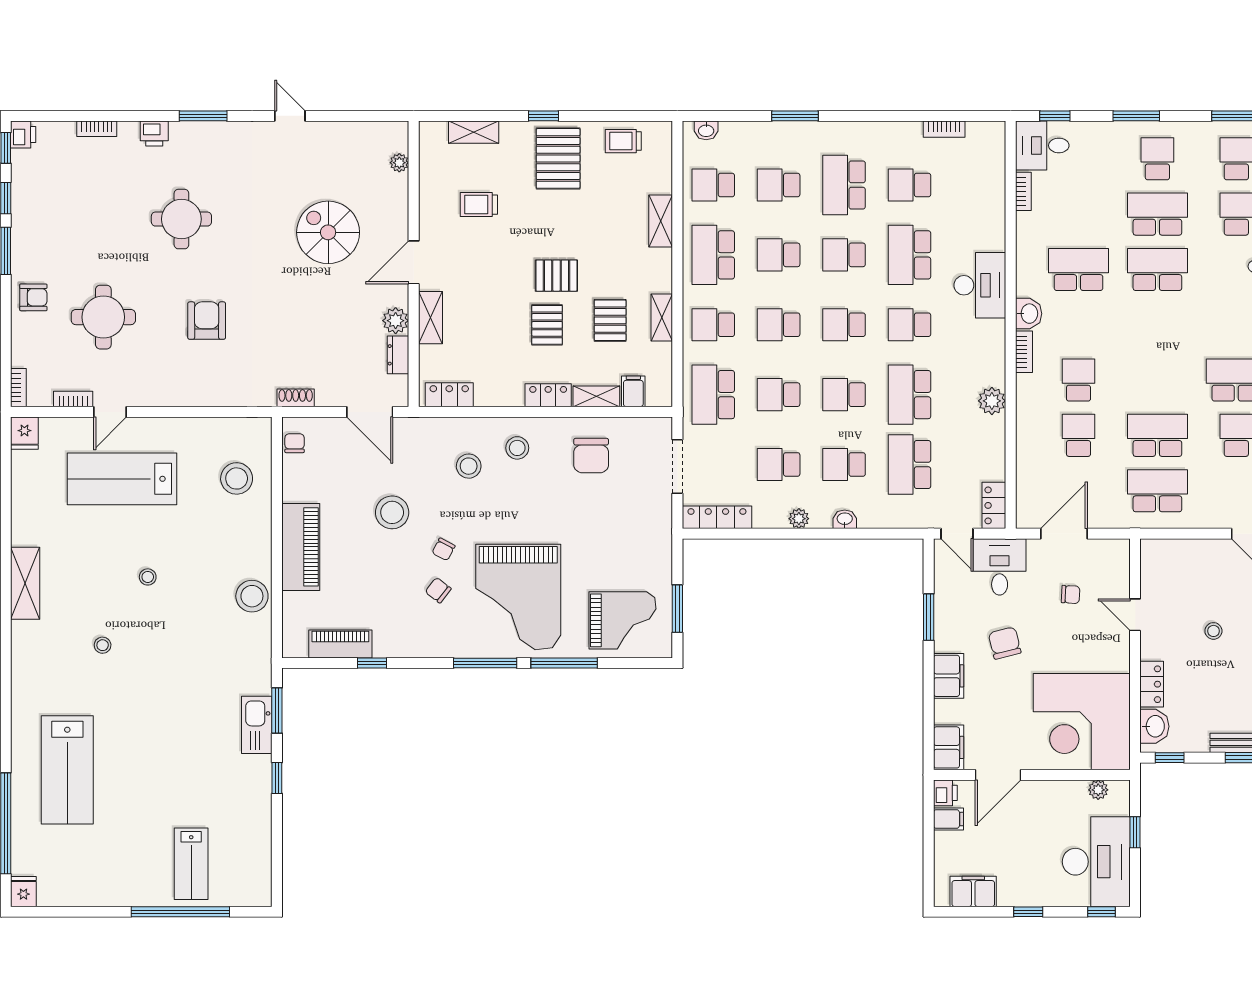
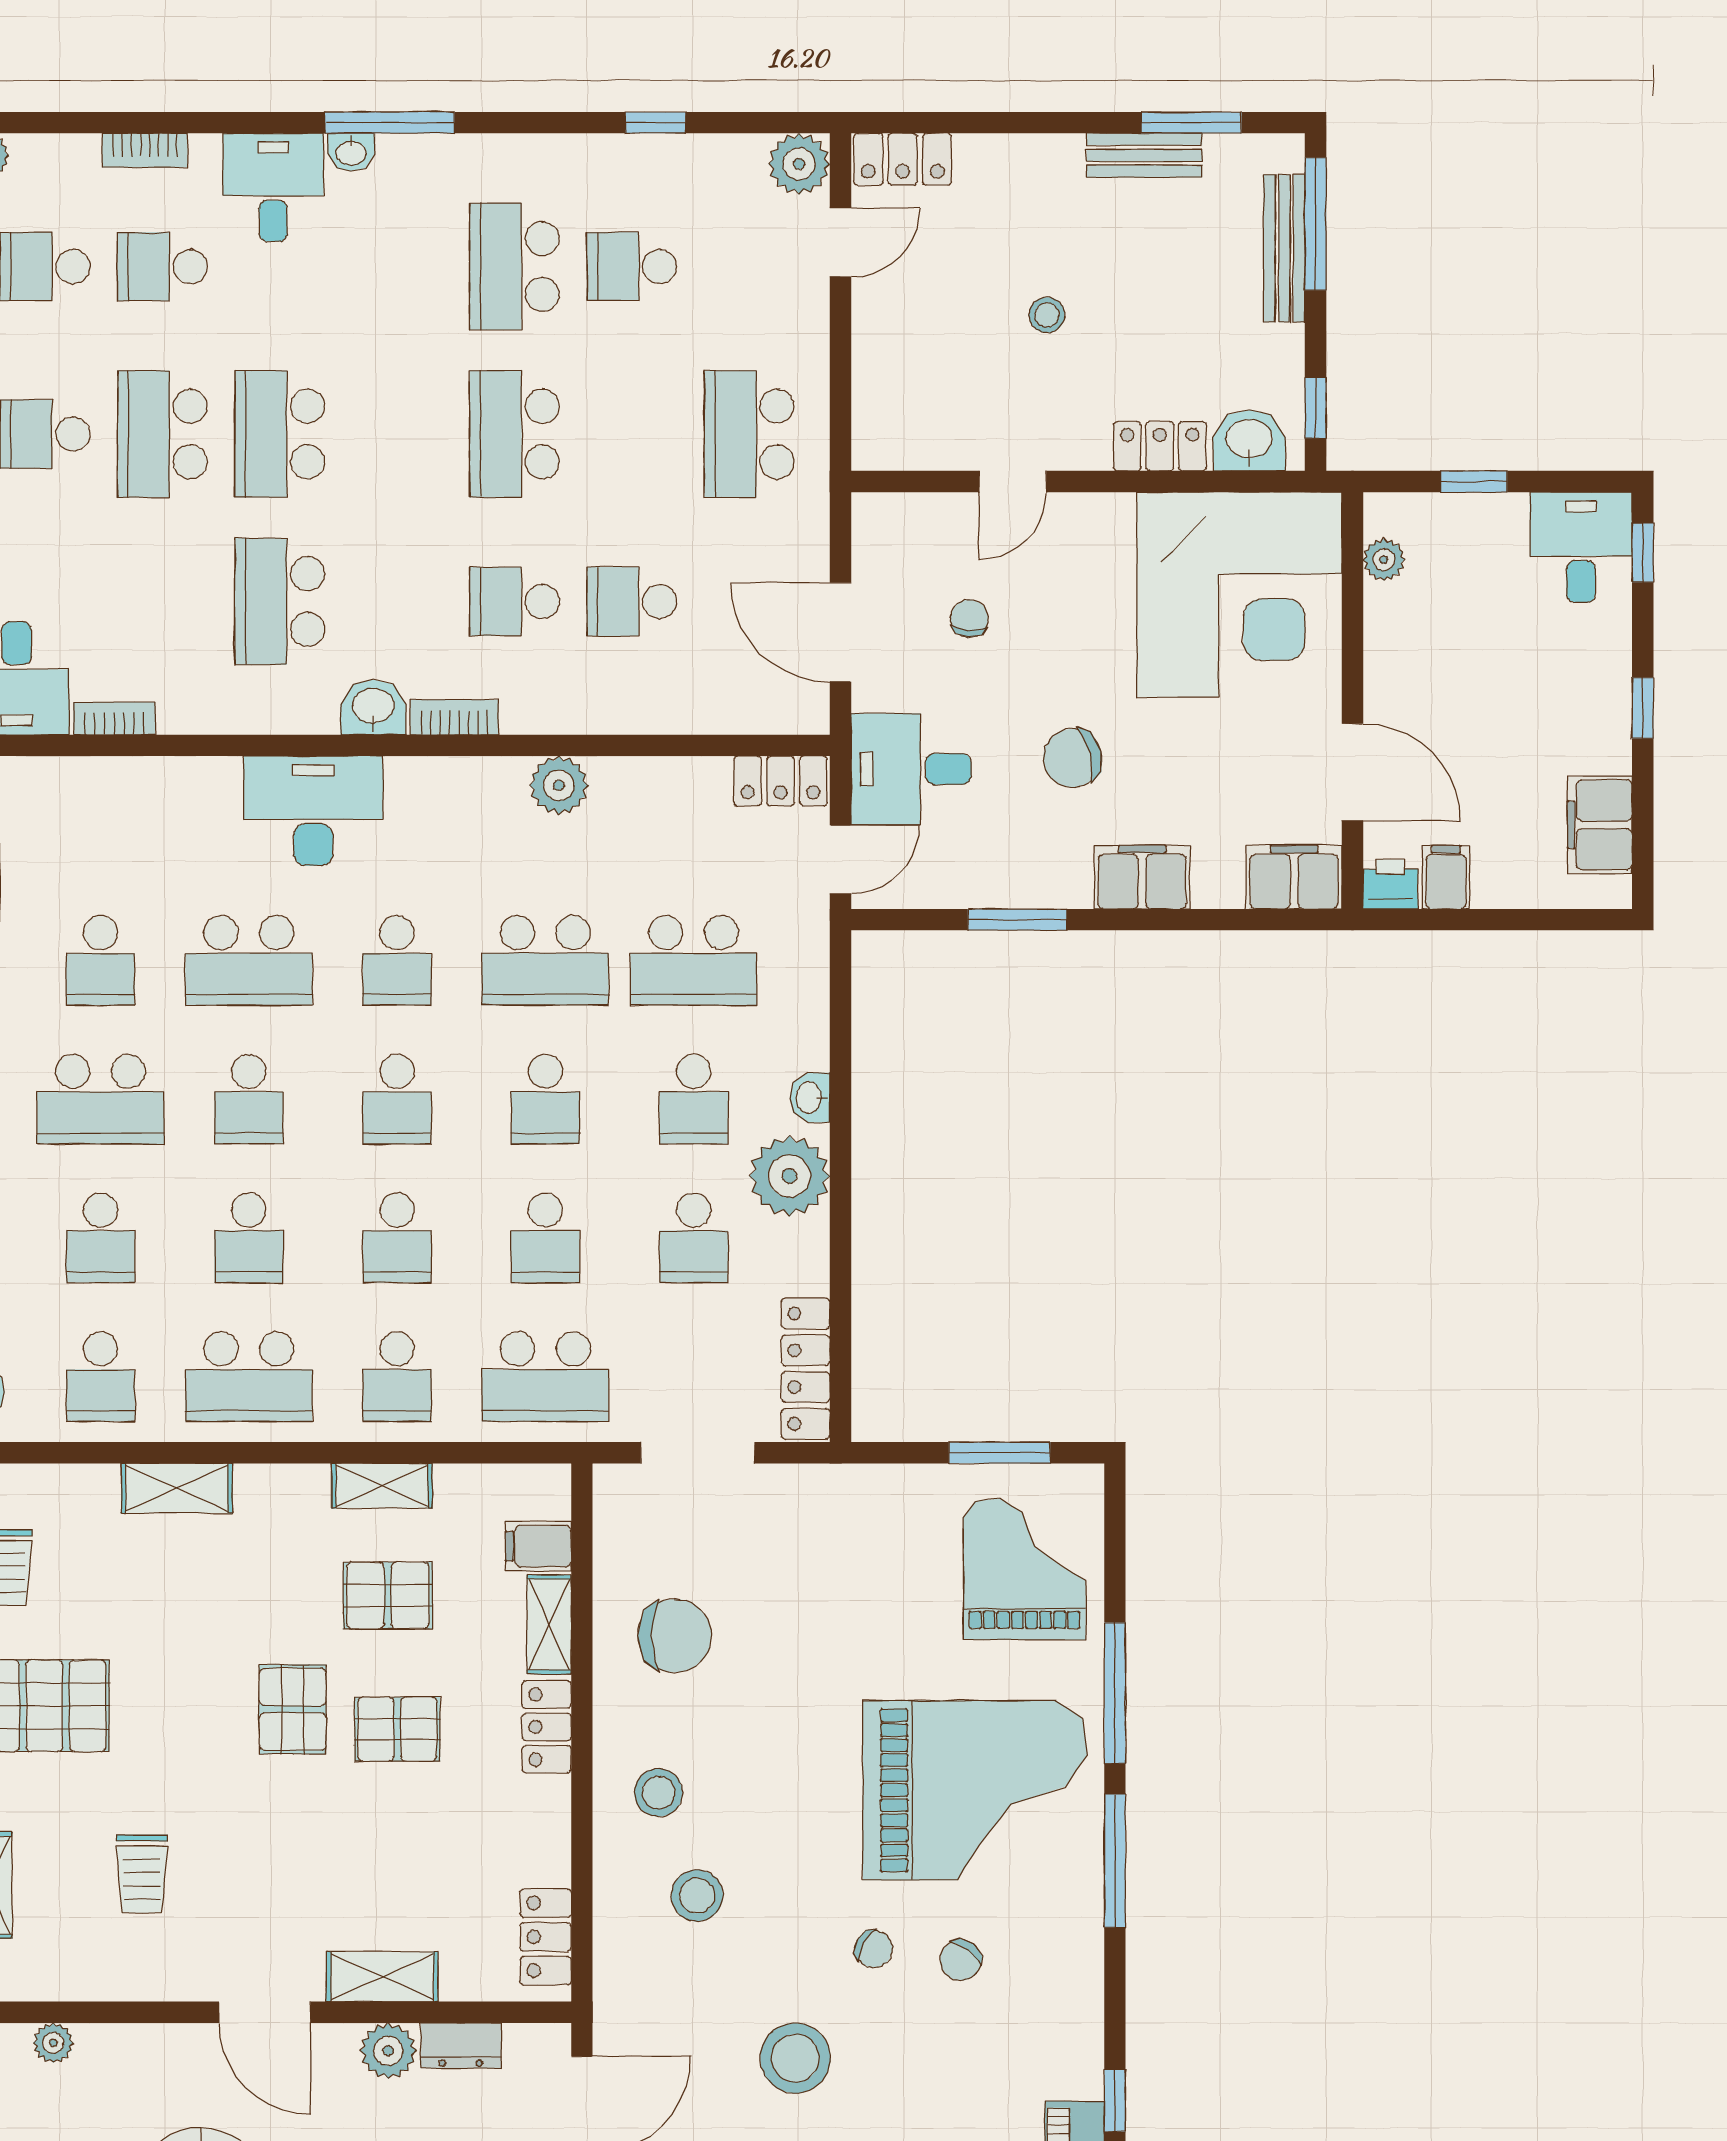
school desk: (1157, 435) -> (514, 434), moved
plant: (799, 519) -> (789, 1176), width x1.87, depth x1.87
desk: (1096, 862) -> (1581, 547), width x0.53, depth x0.77

